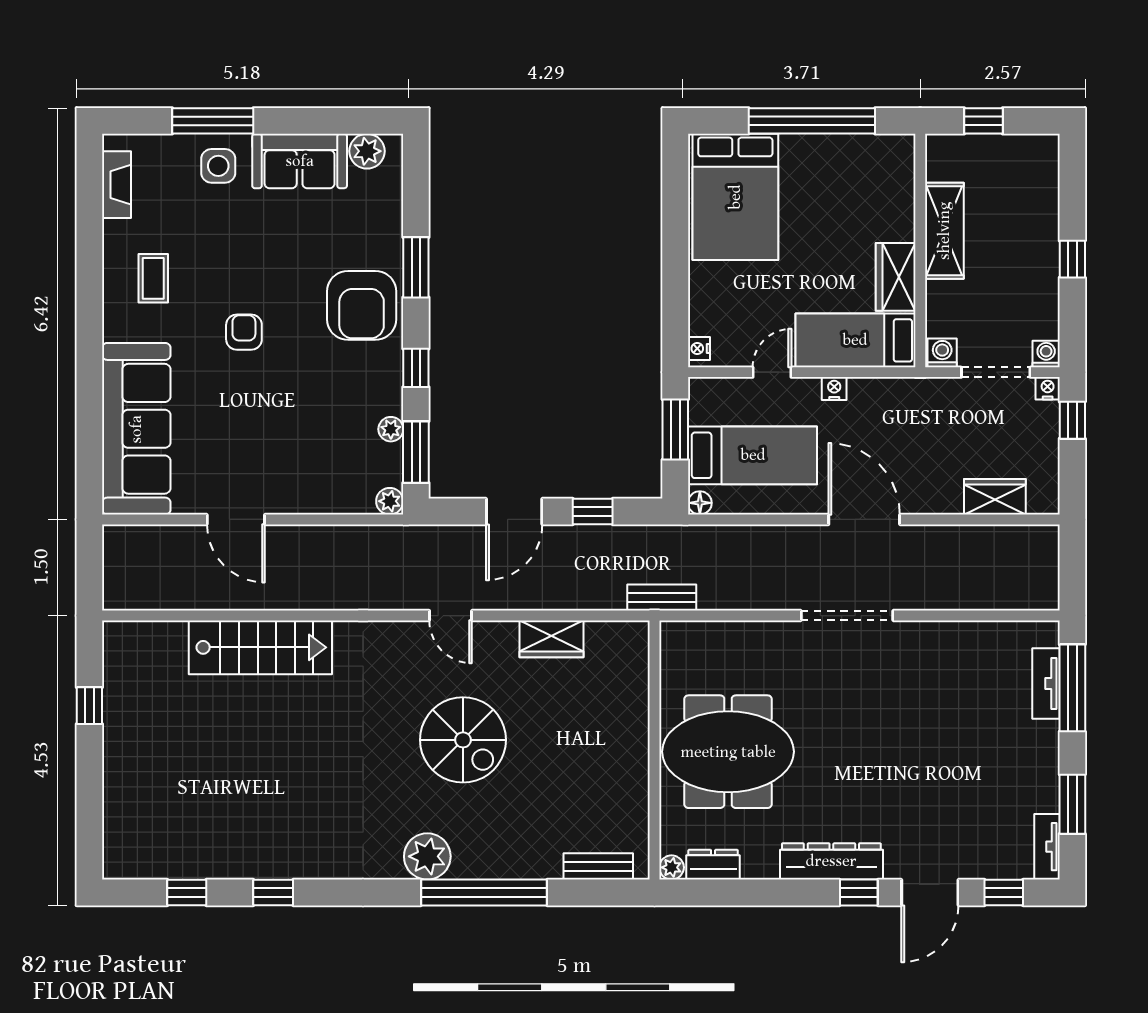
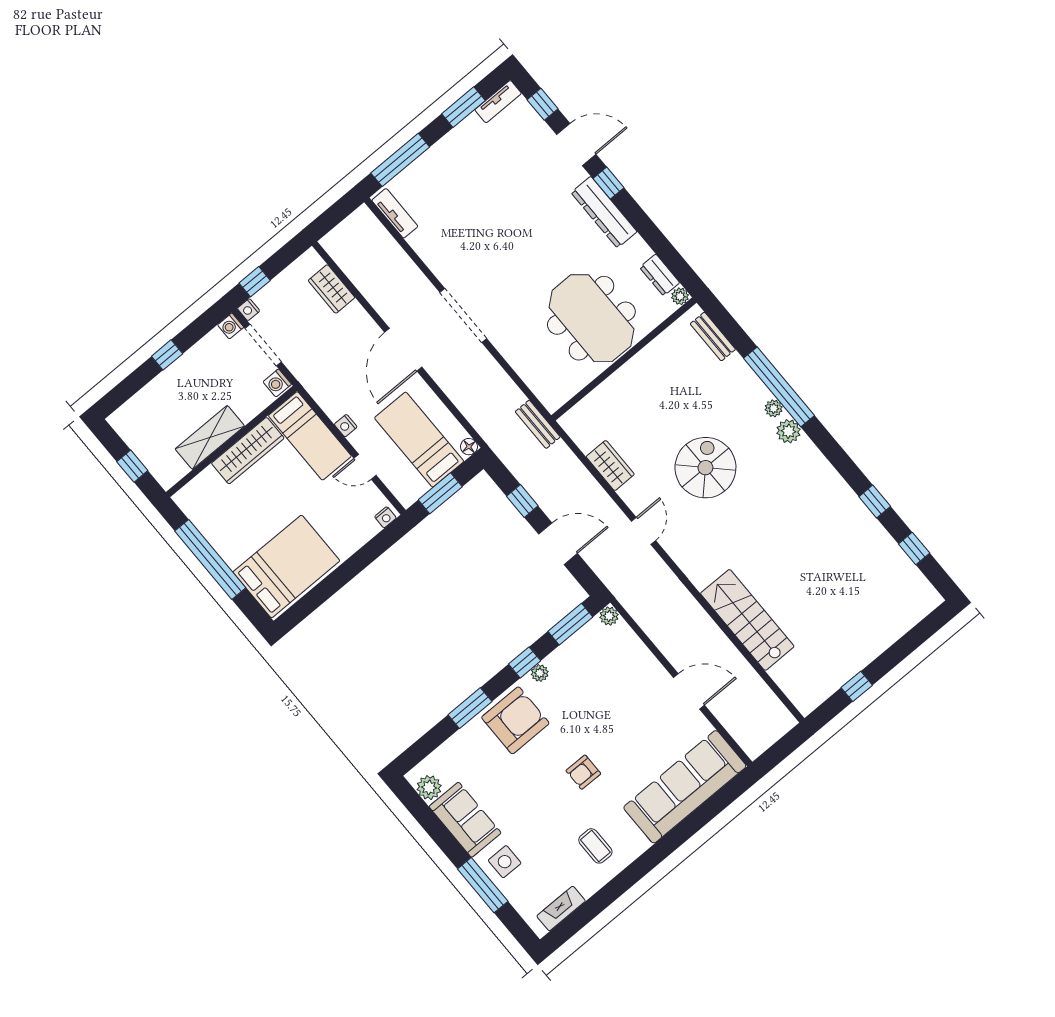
wardrobe: (896, 277) -> (248, 451), width x1.50
coffee table: (153, 278) -> (595, 846), turned 90
plant: (391, 429) -> (540, 673), moved
door: (236, 519) -> (689, 691), hinge flipped
tv unit: (1046, 683) -> (395, 213), moved, turned -90
plant: (427, 856) -> (788, 431), width x0.73, depth x0.73
plant: (466, 867) -> (774, 408), added

